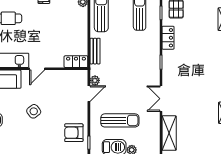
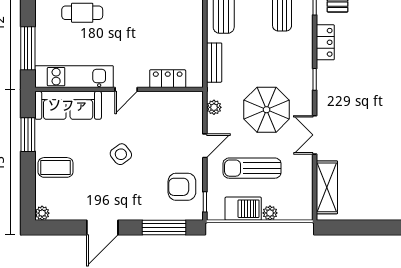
locker: (76, 62) -> (168, 79), moved
parasol: (129, 82) -> (267, 110), added
door: (89, 94) -> (205, 146), moved
sun lounger: (120, 120) -> (252, 168), turned 180

